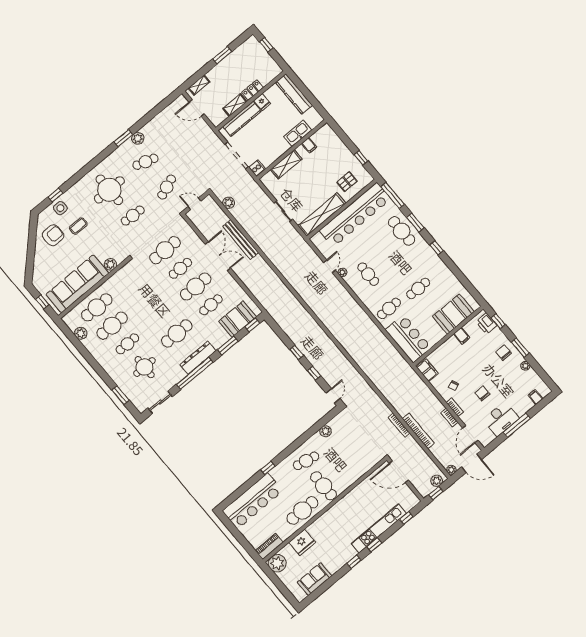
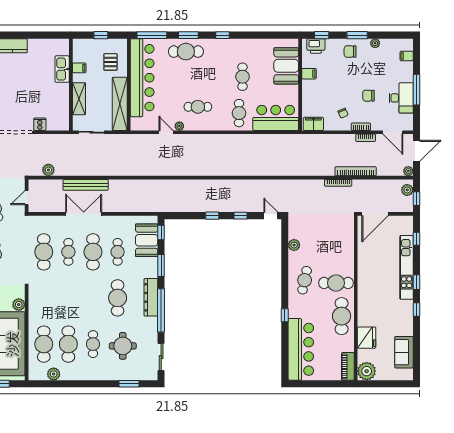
kitchen sink: (298, 133) -> (62, 69), moved
filing cabinet: (309, 145) -> (79, 68), moved
wall: (292, 149) -> (71, 85), moved
shelving: (286, 164) -> (79, 99), moved

